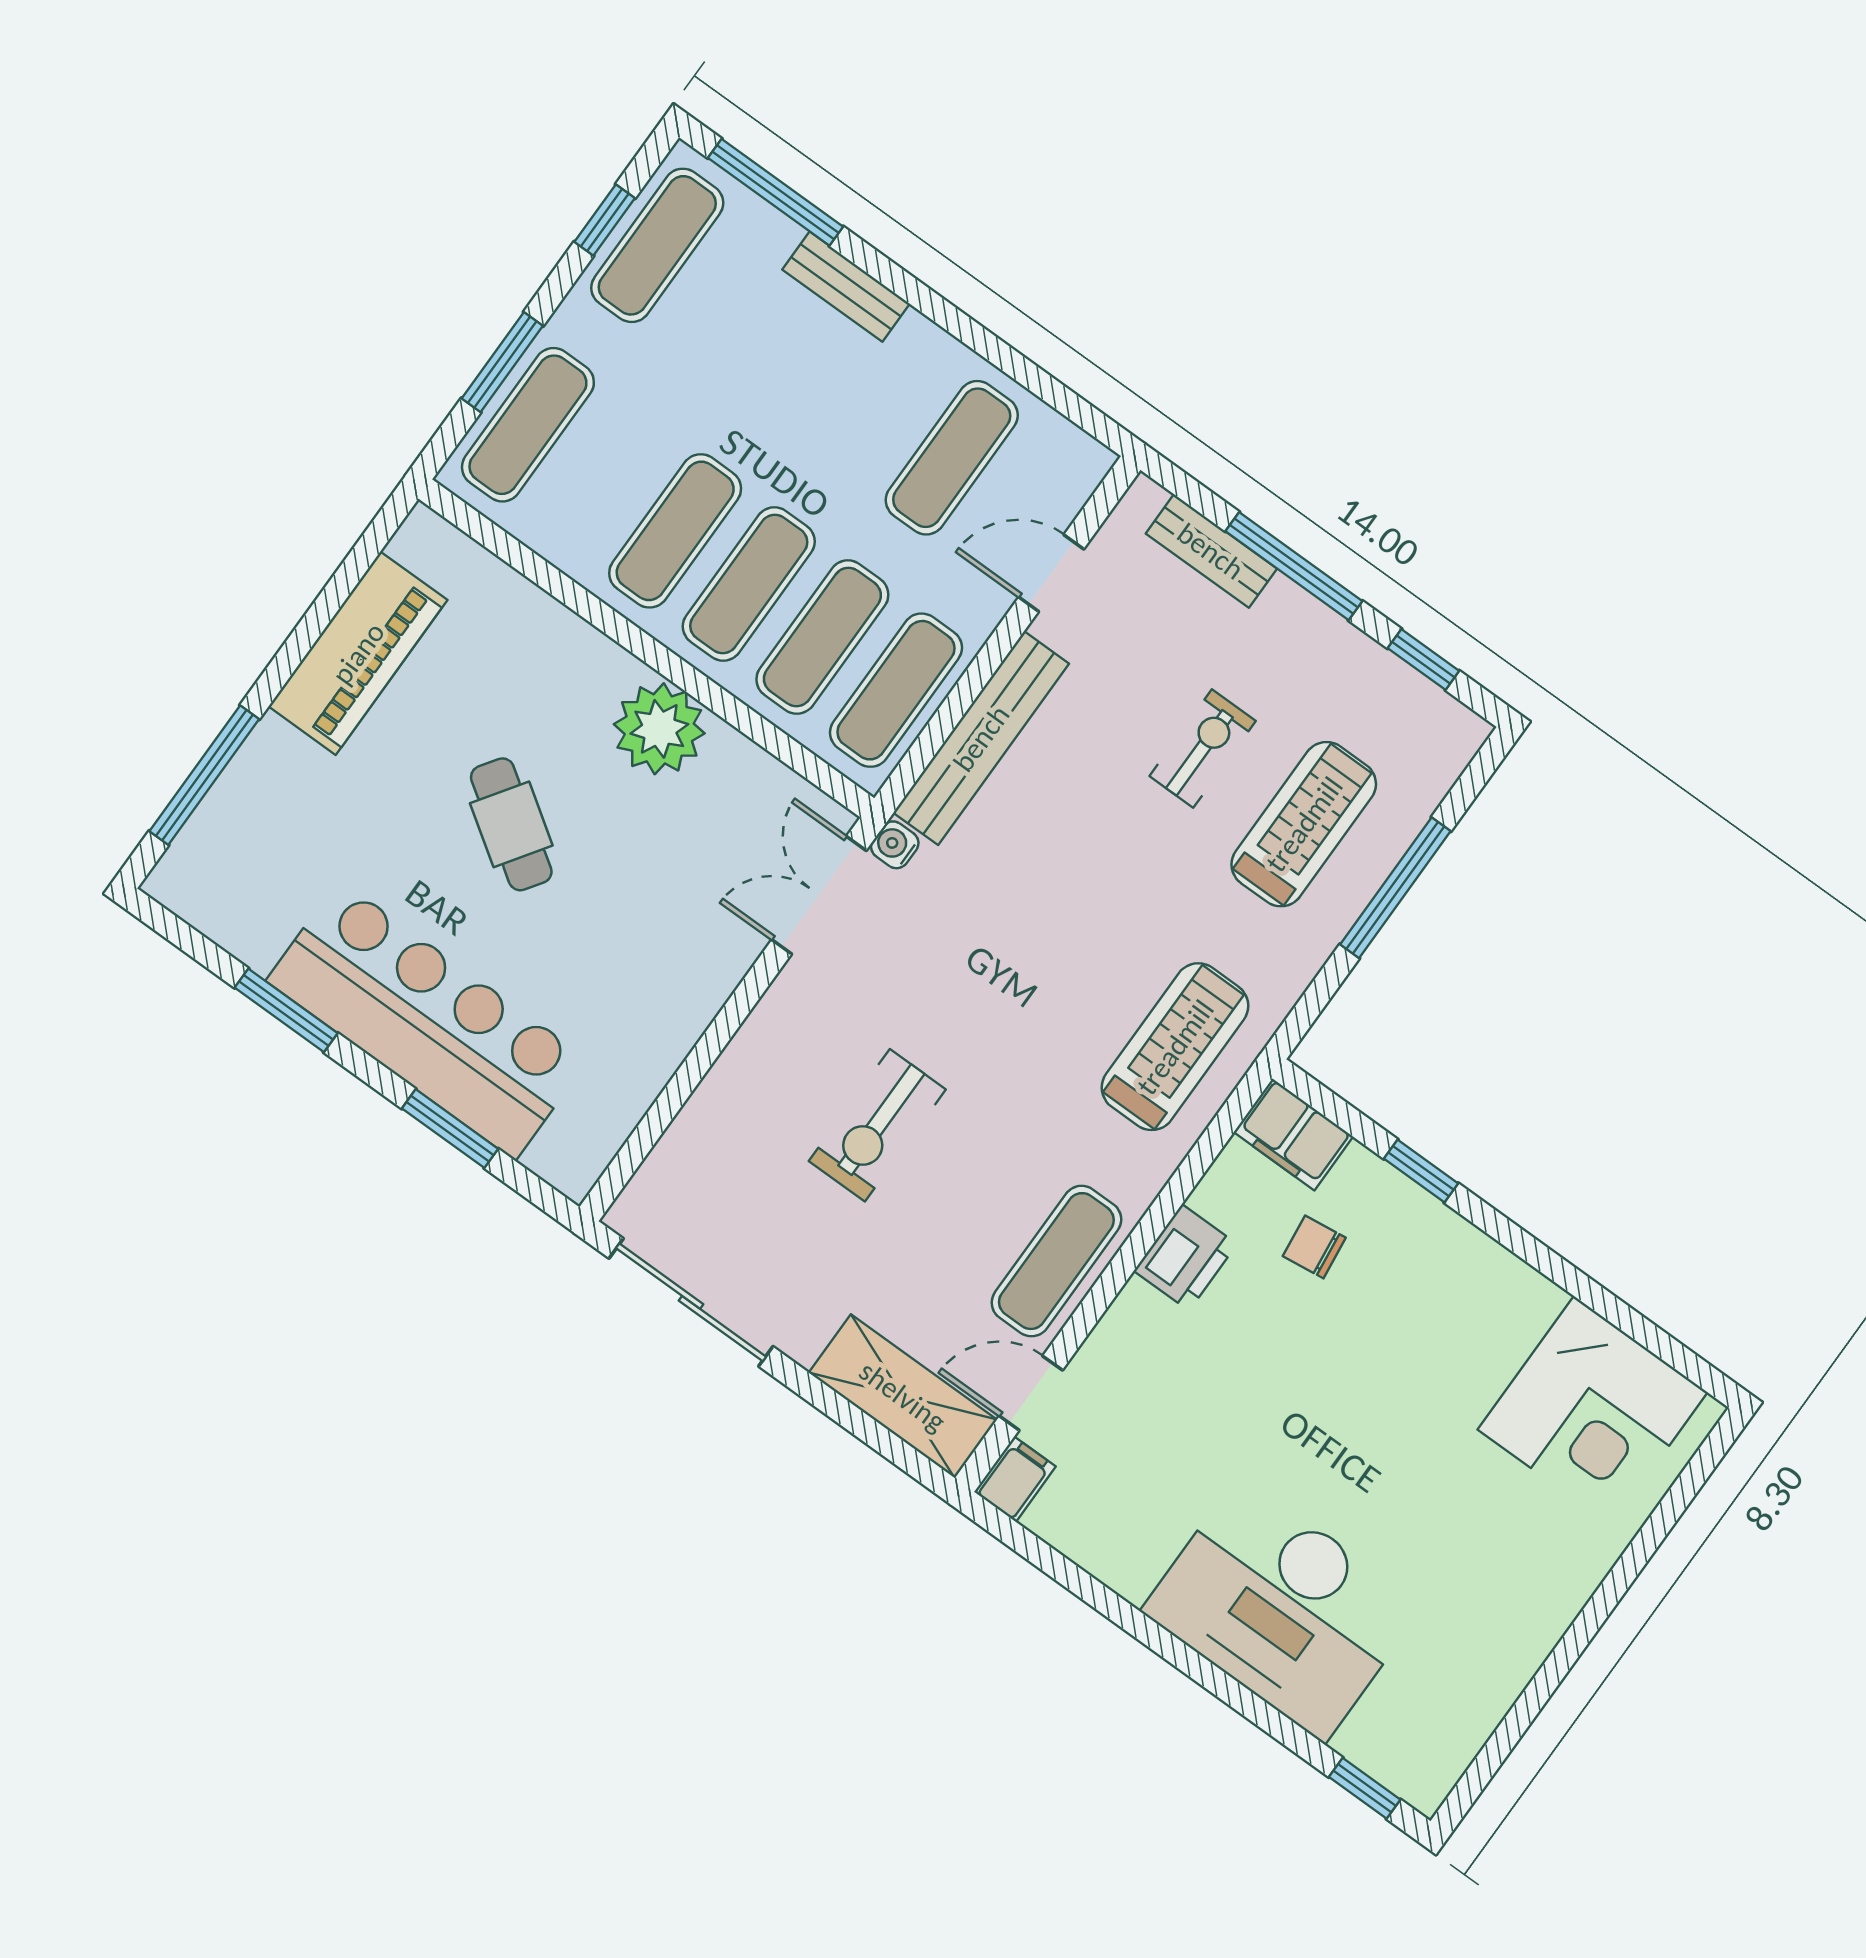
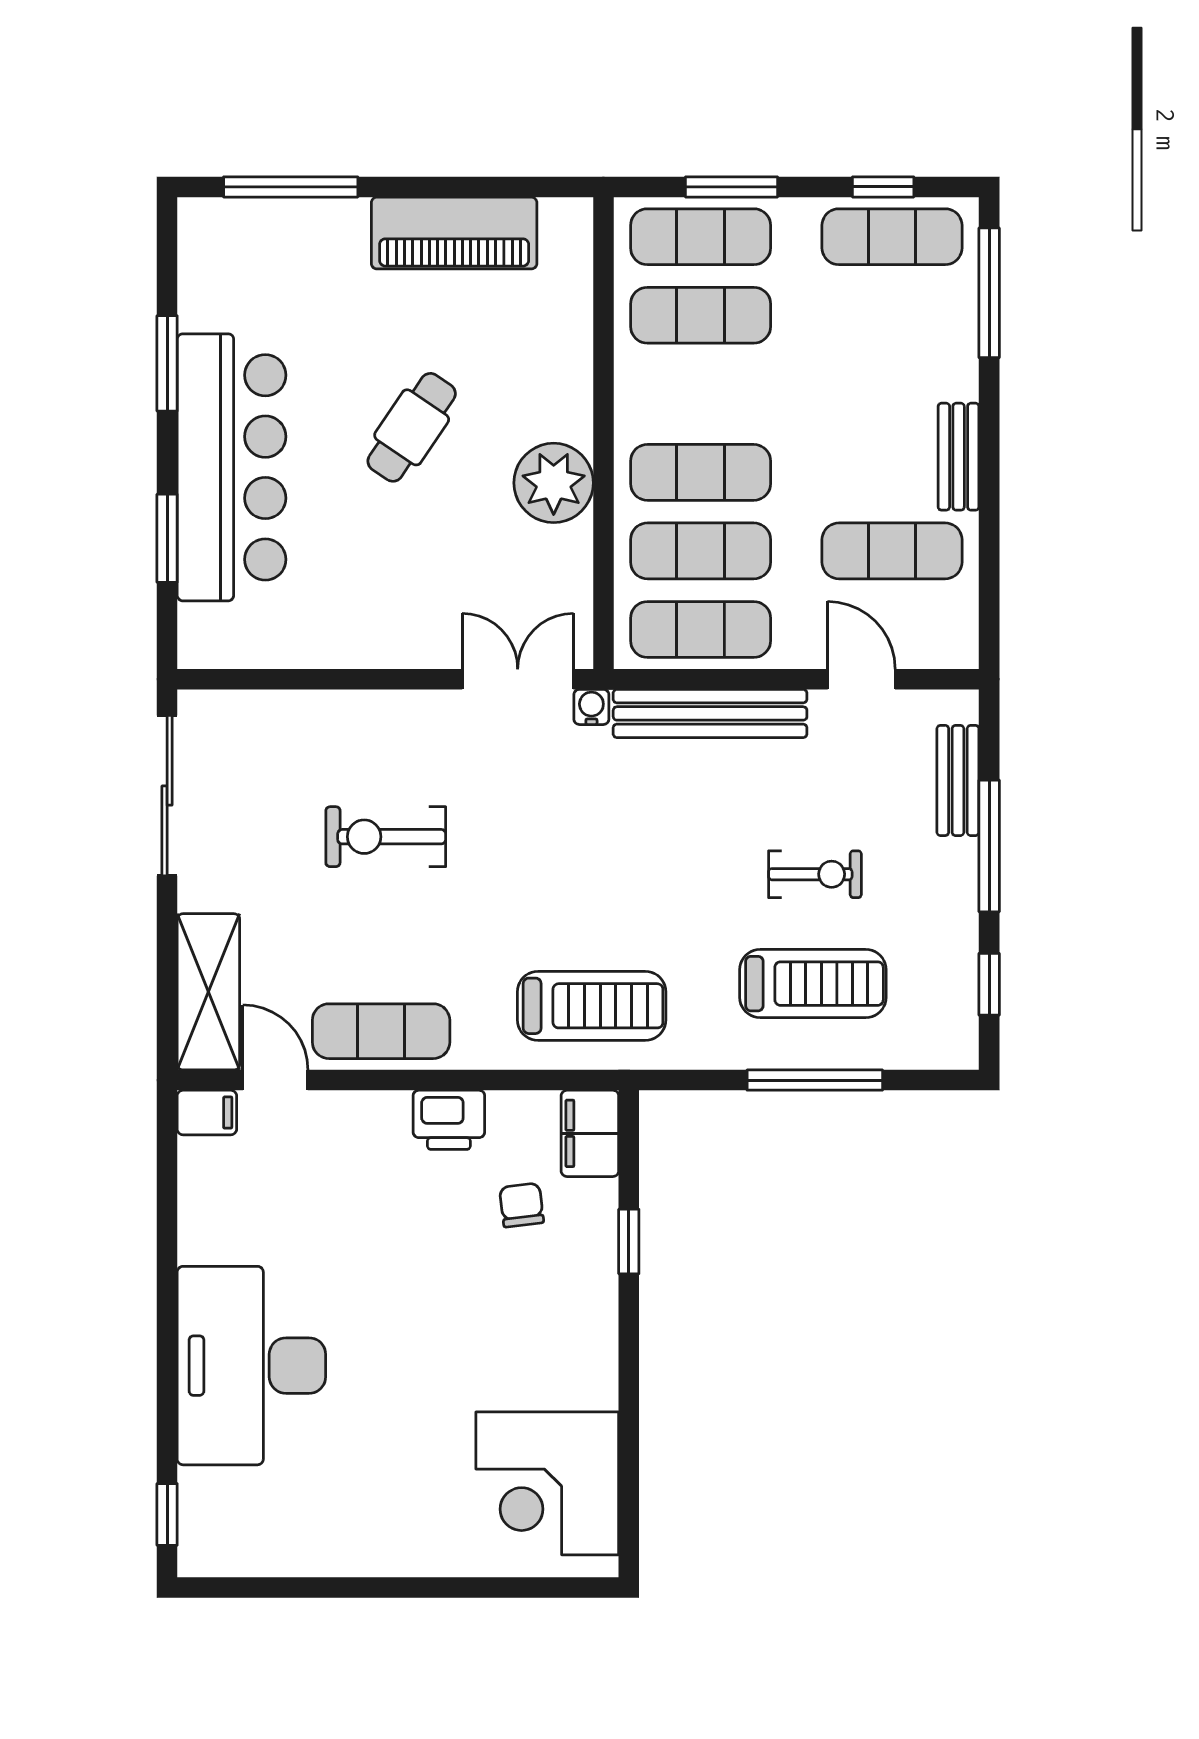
bench: (846, 287) -> (959, 457), moved
exercise mat: (675, 531) -> (701, 315), moved

